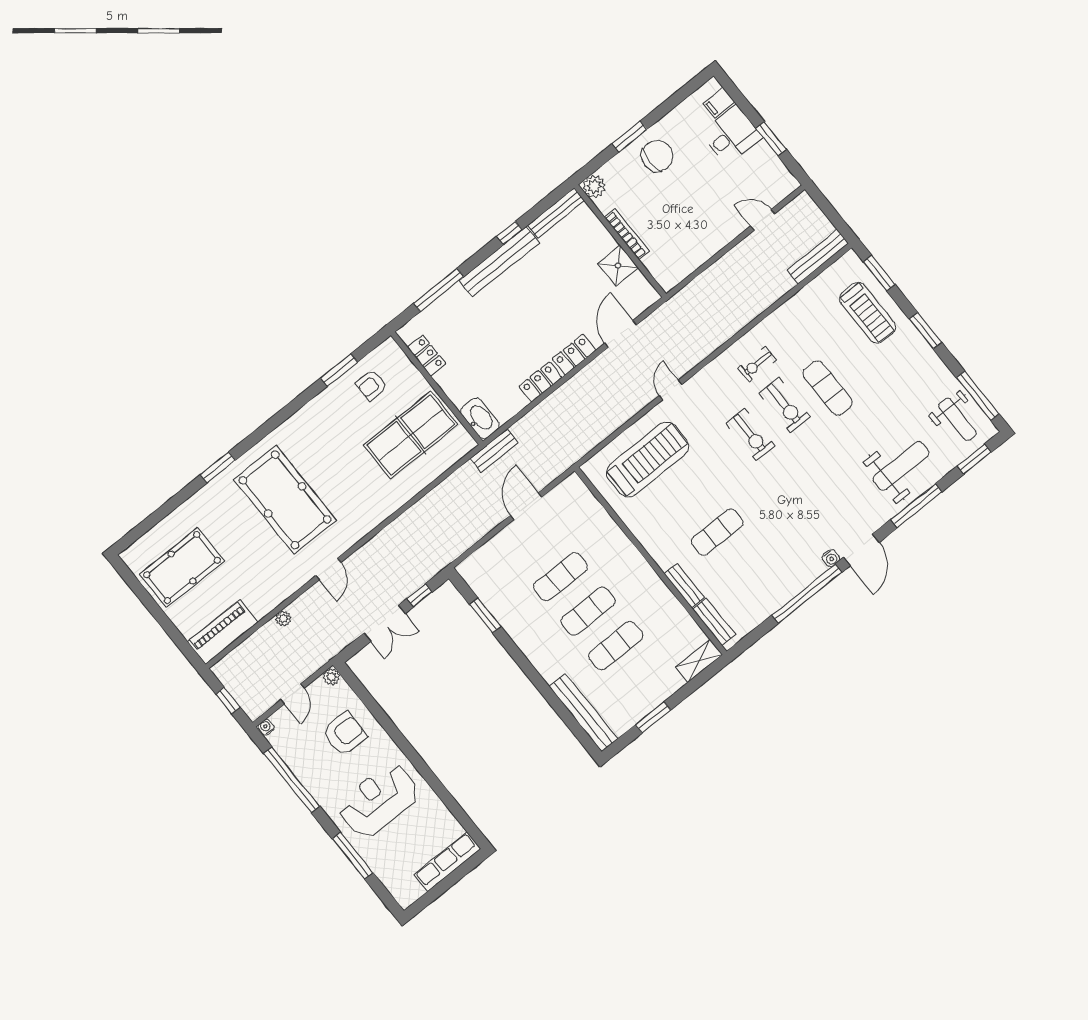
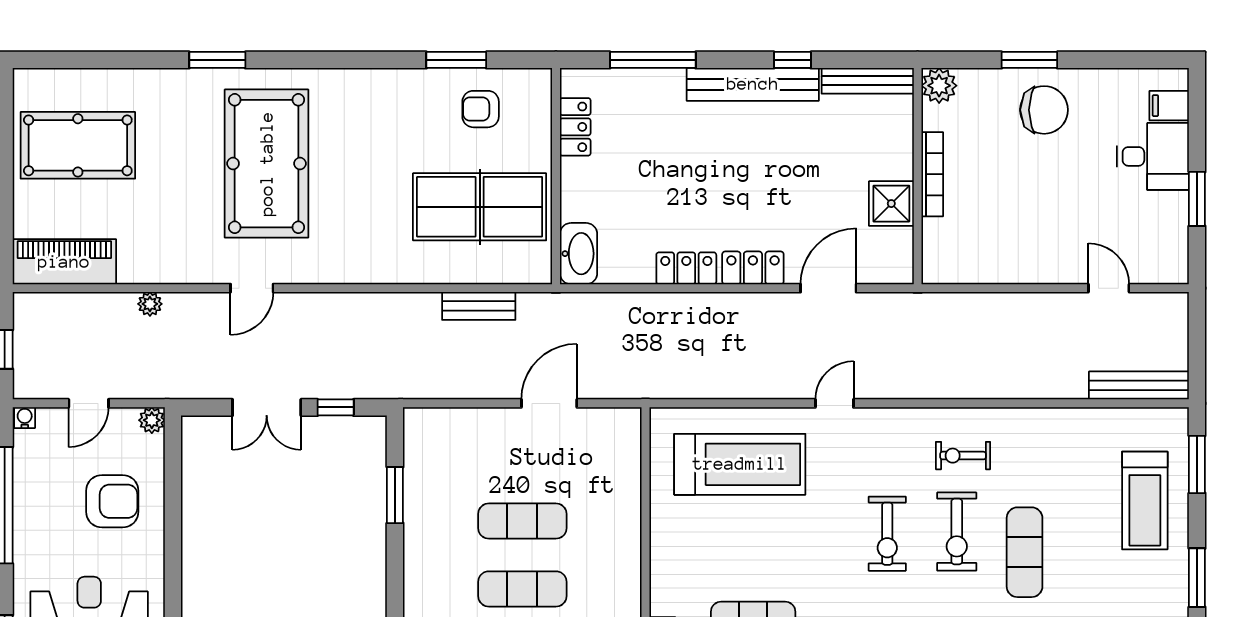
bench: (494, 451) -> (479, 306), moved

